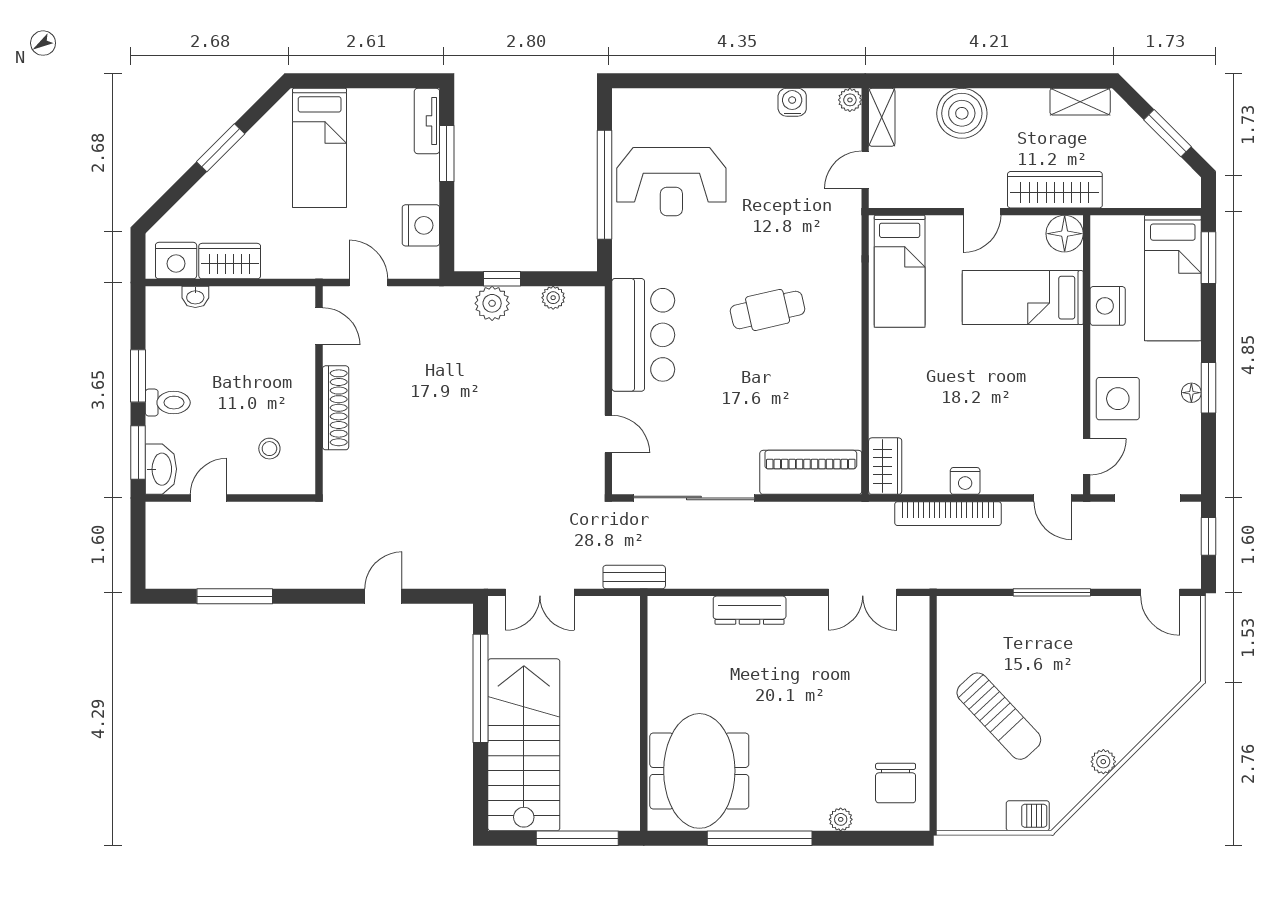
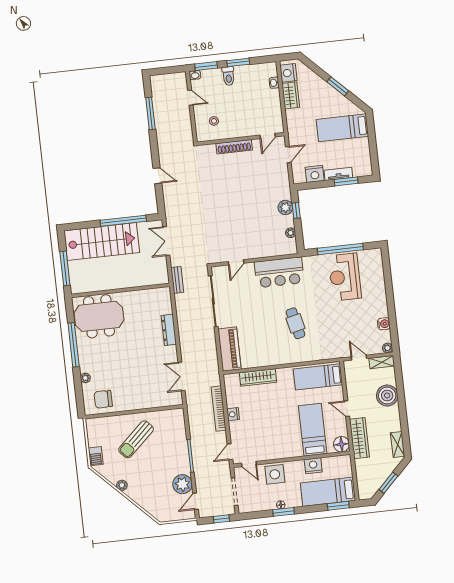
tv unit: (427, 121) -> (338, 174), moved
wardrobe: (885, 466) -> (258, 377), moved, width x1.50
washbasin: (161, 469) -> (195, 75), width x0.52, depth x0.69
plant: (1117, 619) -> (182, 484), added

